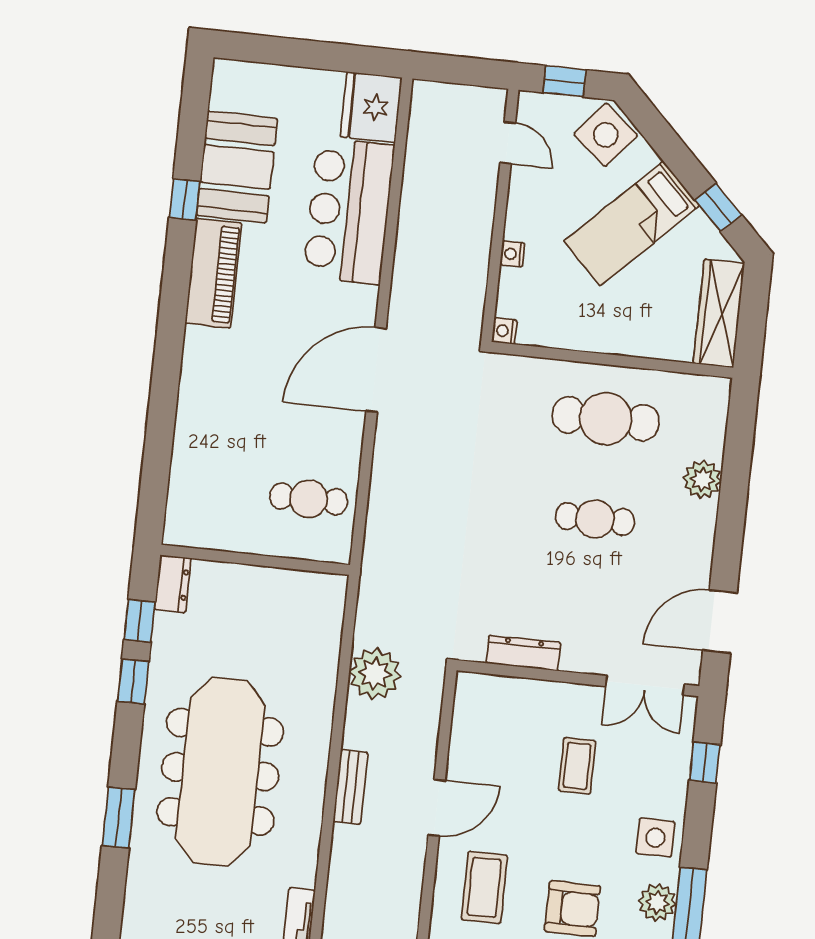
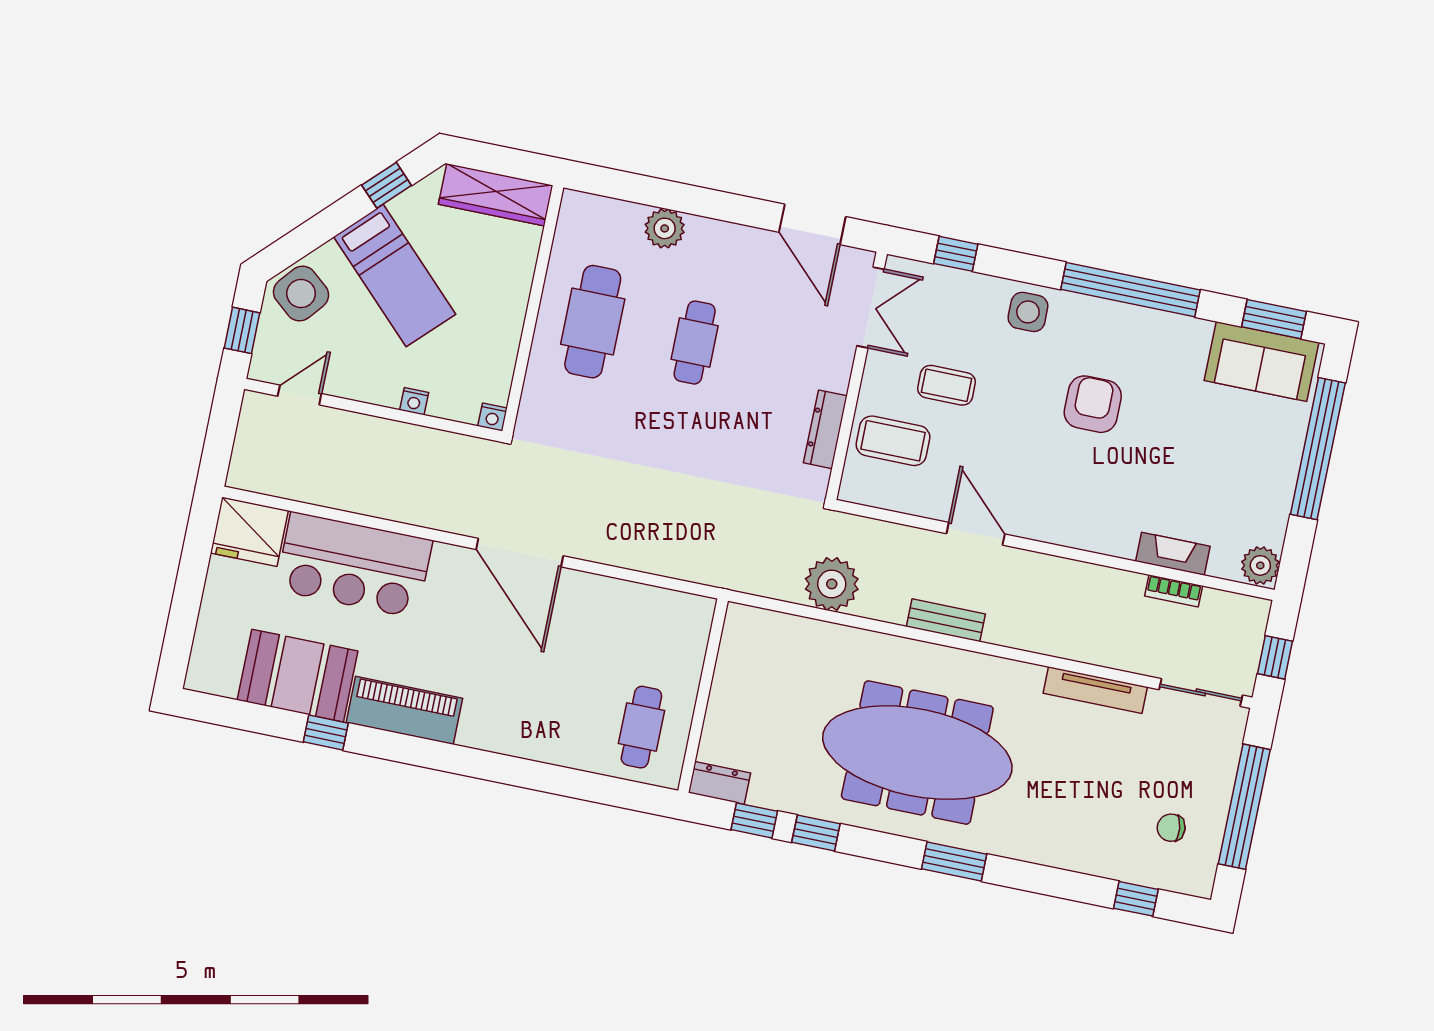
cafe table: (308, 499) -> (641, 727), moved
coffee table: (484, 887) -> (893, 441), moved
plant: (657, 902) -> (1095, 316), removed

